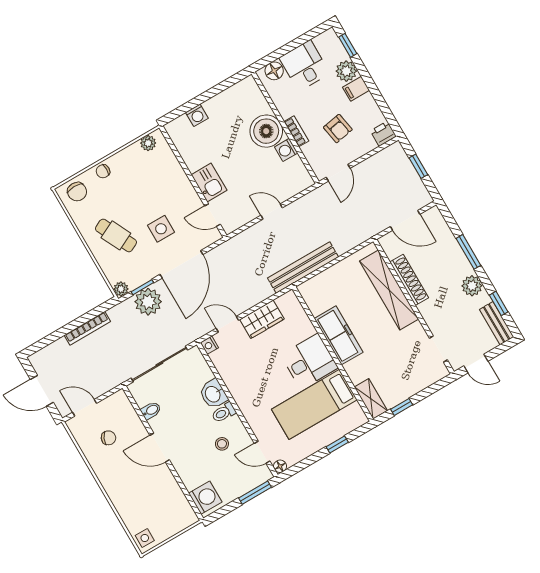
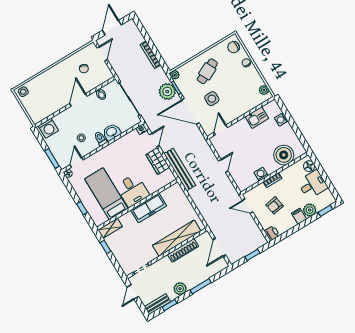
boiler: (266, 131) -> (284, 155), moved
kitchen sink: (209, 183) -> (257, 118), moved
bench: (303, 268) -> (180, 170), moved

